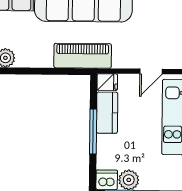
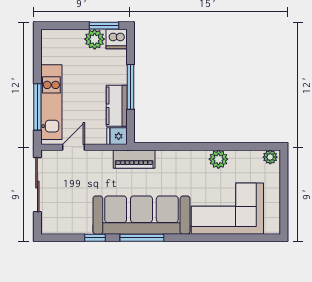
piano: (83, 56) -> (134, 159), width x0.73, depth x0.75

